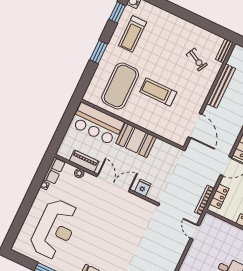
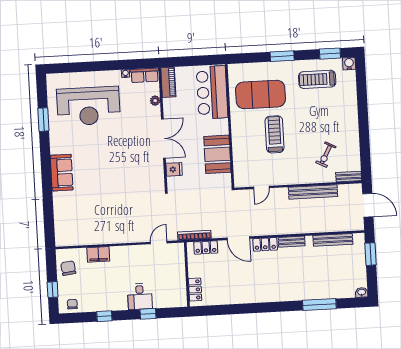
door: (195, 126) -> (261, 187), width x0.53
booth: (136, 140) -> (217, 154), moved
piano: (84, 161) -> (168, 82), moved

